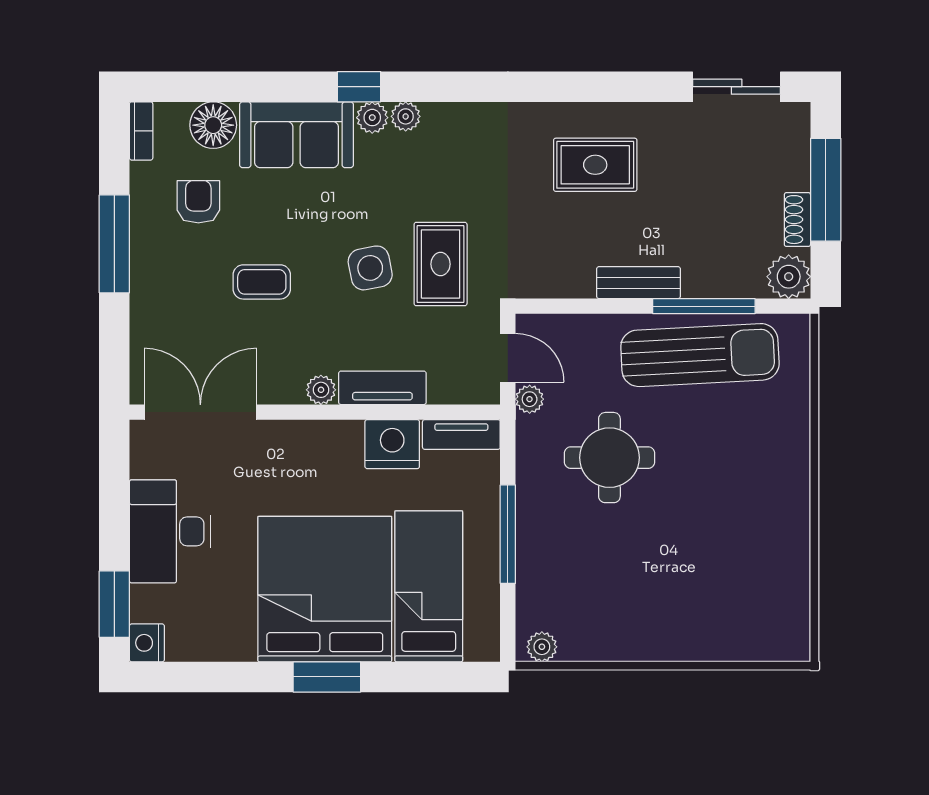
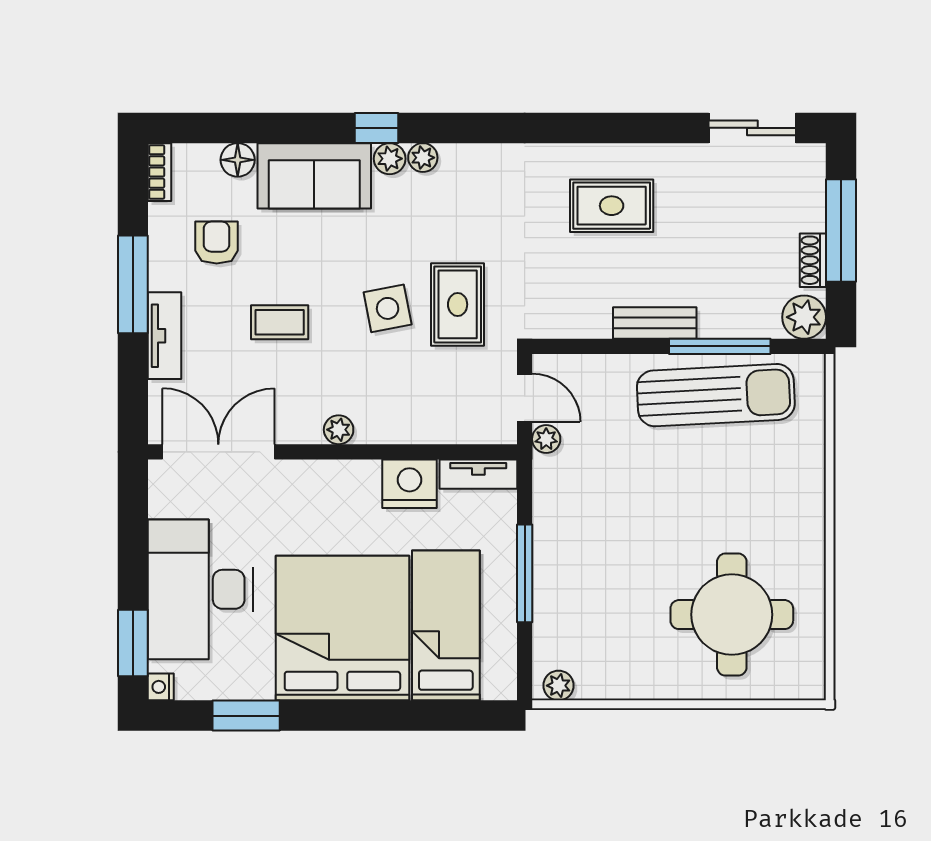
floor lamp: (213, 125) -> (238, 160), width x0.73, depth x0.73
tv unit: (382, 388) -> (165, 336), moved, turned 90
round table: (609, 458) -> (732, 615), moved, width x1.36, depth x1.36
desk: (170, 531) -> (200, 589), width x1.36, depth x1.30
nightstand: (147, 643) -> (161, 687), width x0.72, depth x0.74
window: (327, 677) -> (246, 716), moved

